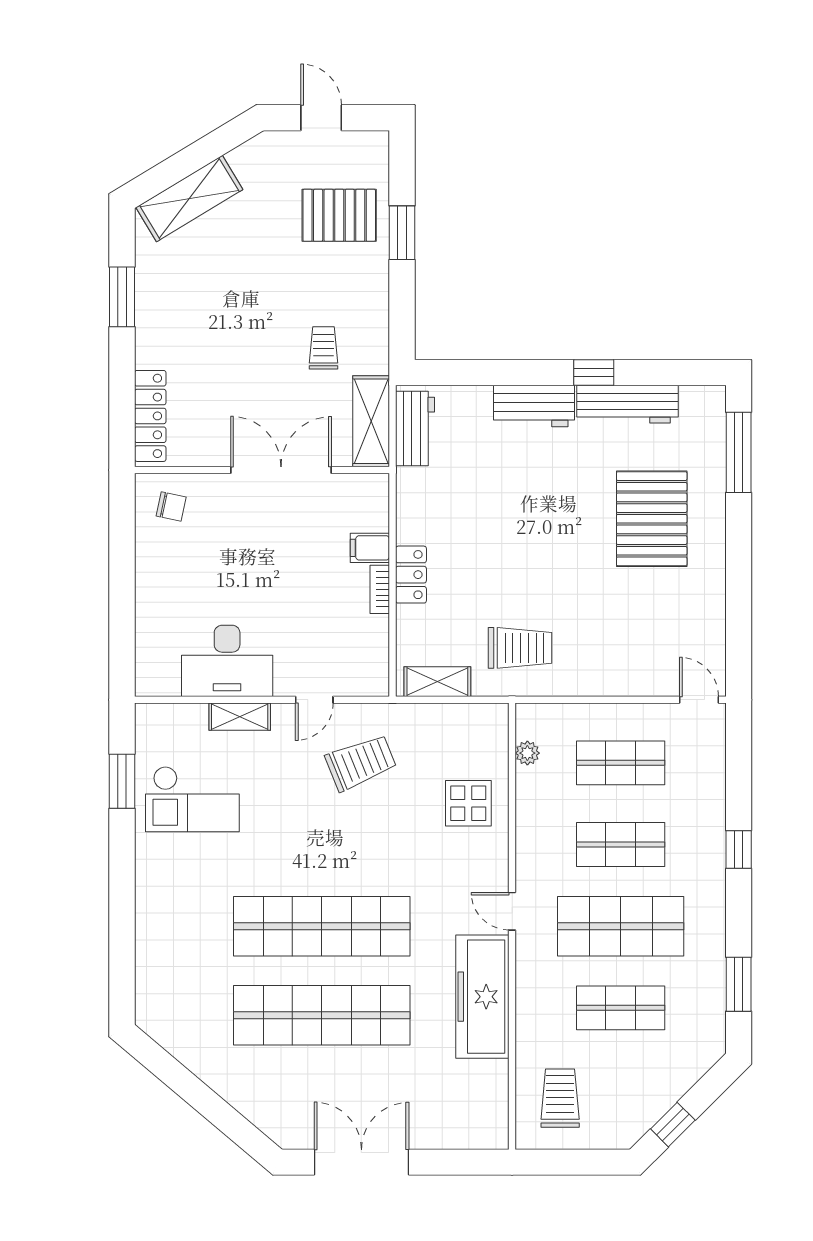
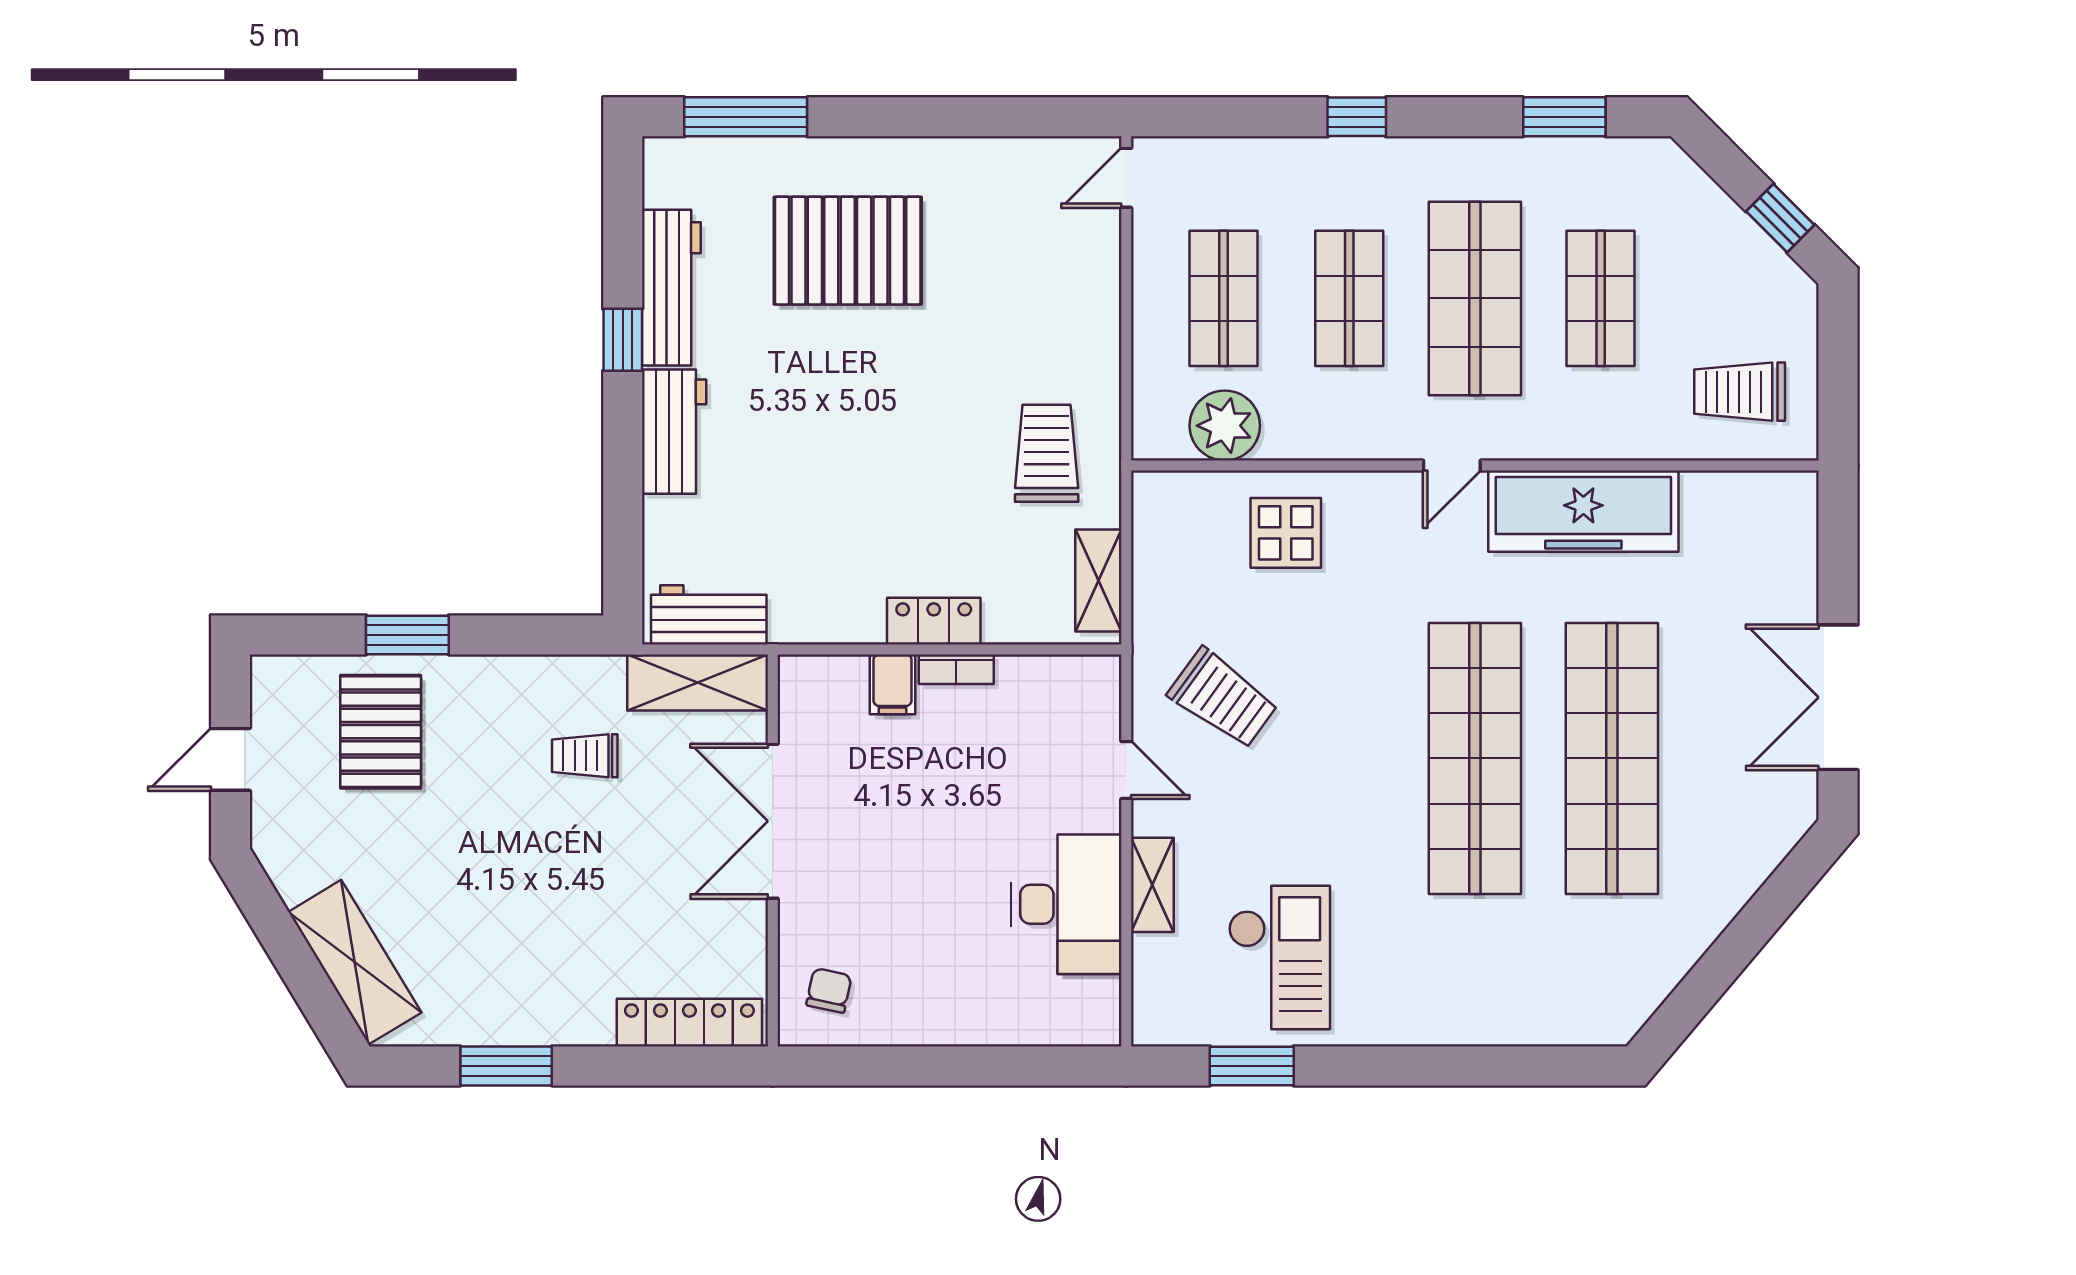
plant: (527, 753) -> (1225, 426), width x1.88, depth x1.88
trolley: (361, 763) -> (1223, 698), turned 148

